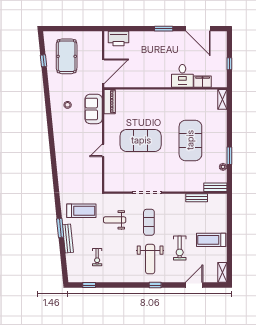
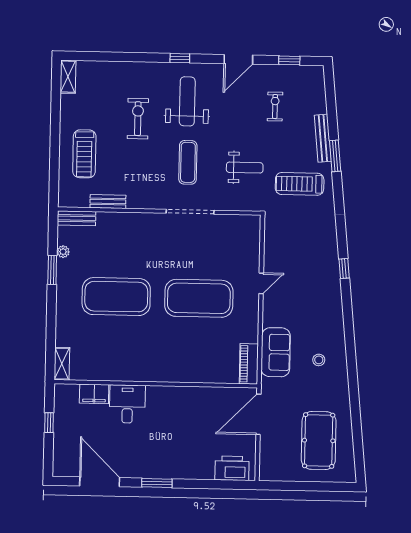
window: (43, 61) -> (344, 268), moved
exercise mat: (190, 140) -> (116, 297), turned 90
treadmill: (211, 240) -> (84, 154), moved, turned 90
door: (194, 285) -> (238, 59), moved

